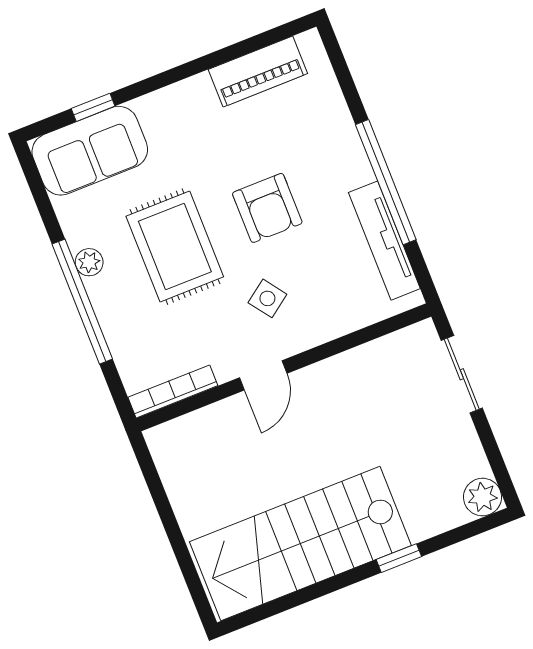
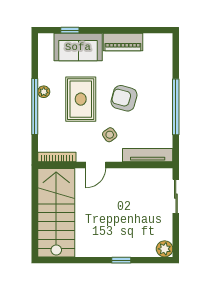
piano: (258, 72) -> (123, 42), moved
sofa: (90, 151) -> (78, 47), moved
armchair: (267, 208) -> (124, 98), turned 105
tv unit: (384, 241) -> (148, 155), moved, turned 90
stairs: (300, 544) -> (56, 213), moved, turned 90

